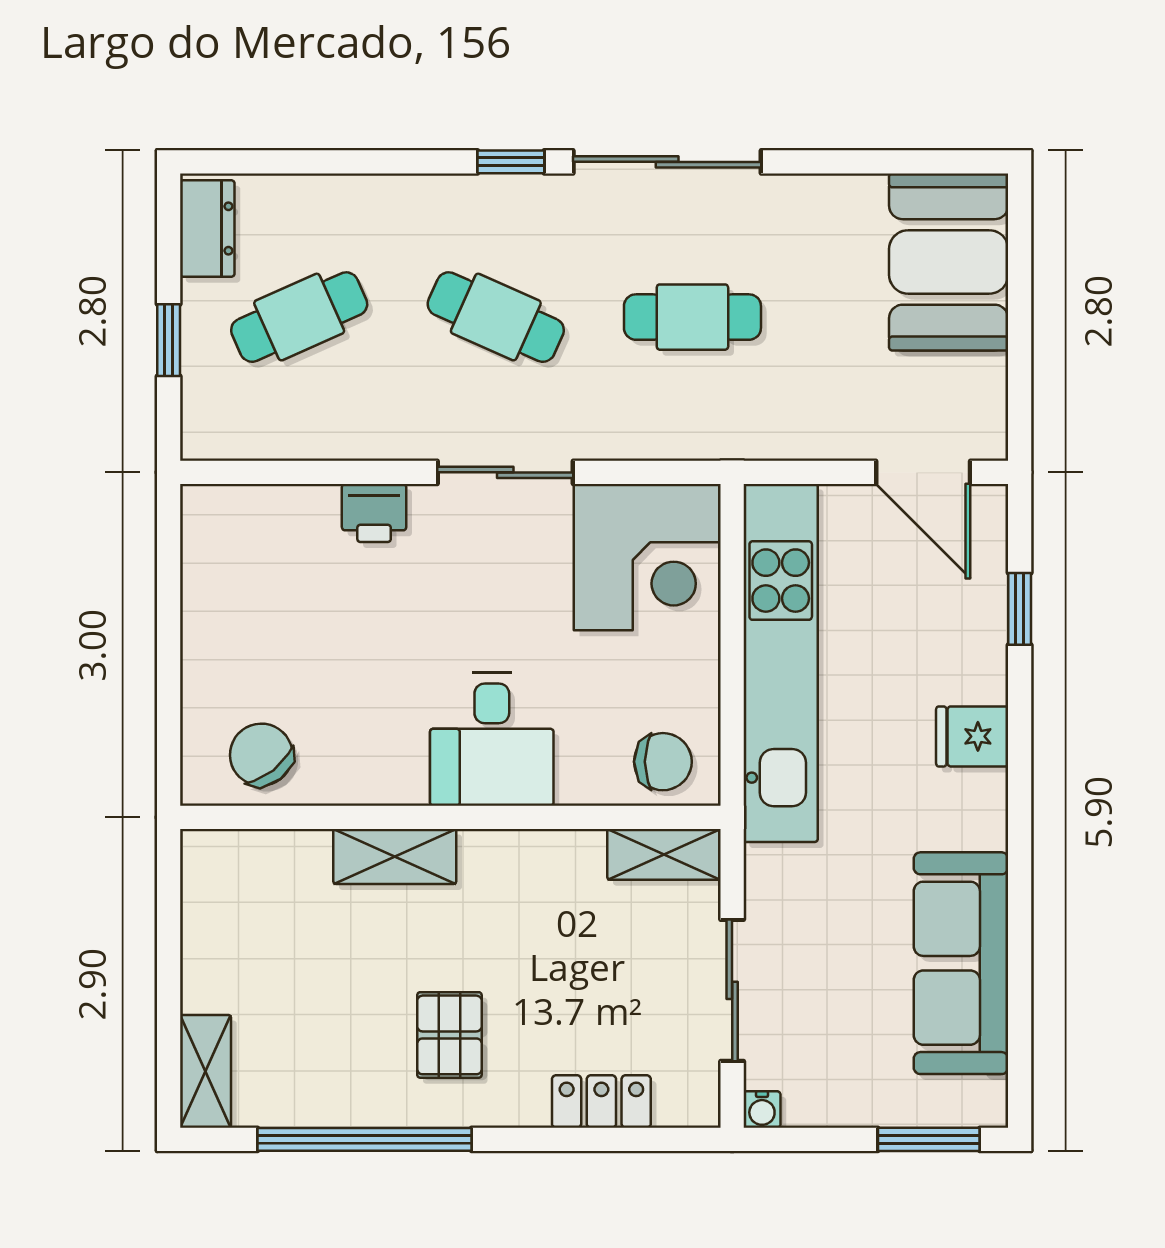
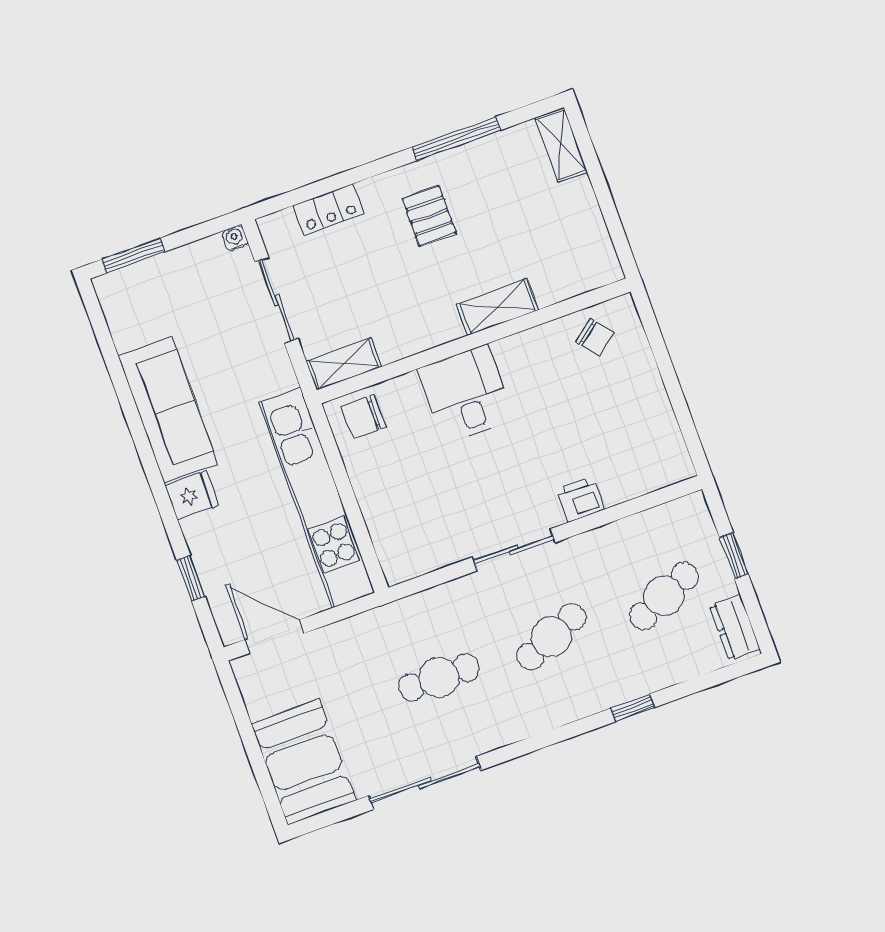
window: (511, 162) -> (633, 708), moved
sliding door: (667, 162) -> (425, 783), moved
cafe table: (496, 317) -> (551, 637), turned -48
corner desk: (647, 557) -> (415, 531), removed
chair: (261, 755) -> (595, 338), width x0.73, depth x0.73
sofa: (961, 963) -> (168, 410), moved
window: (364, 1139) -> (456, 139), width x0.68

